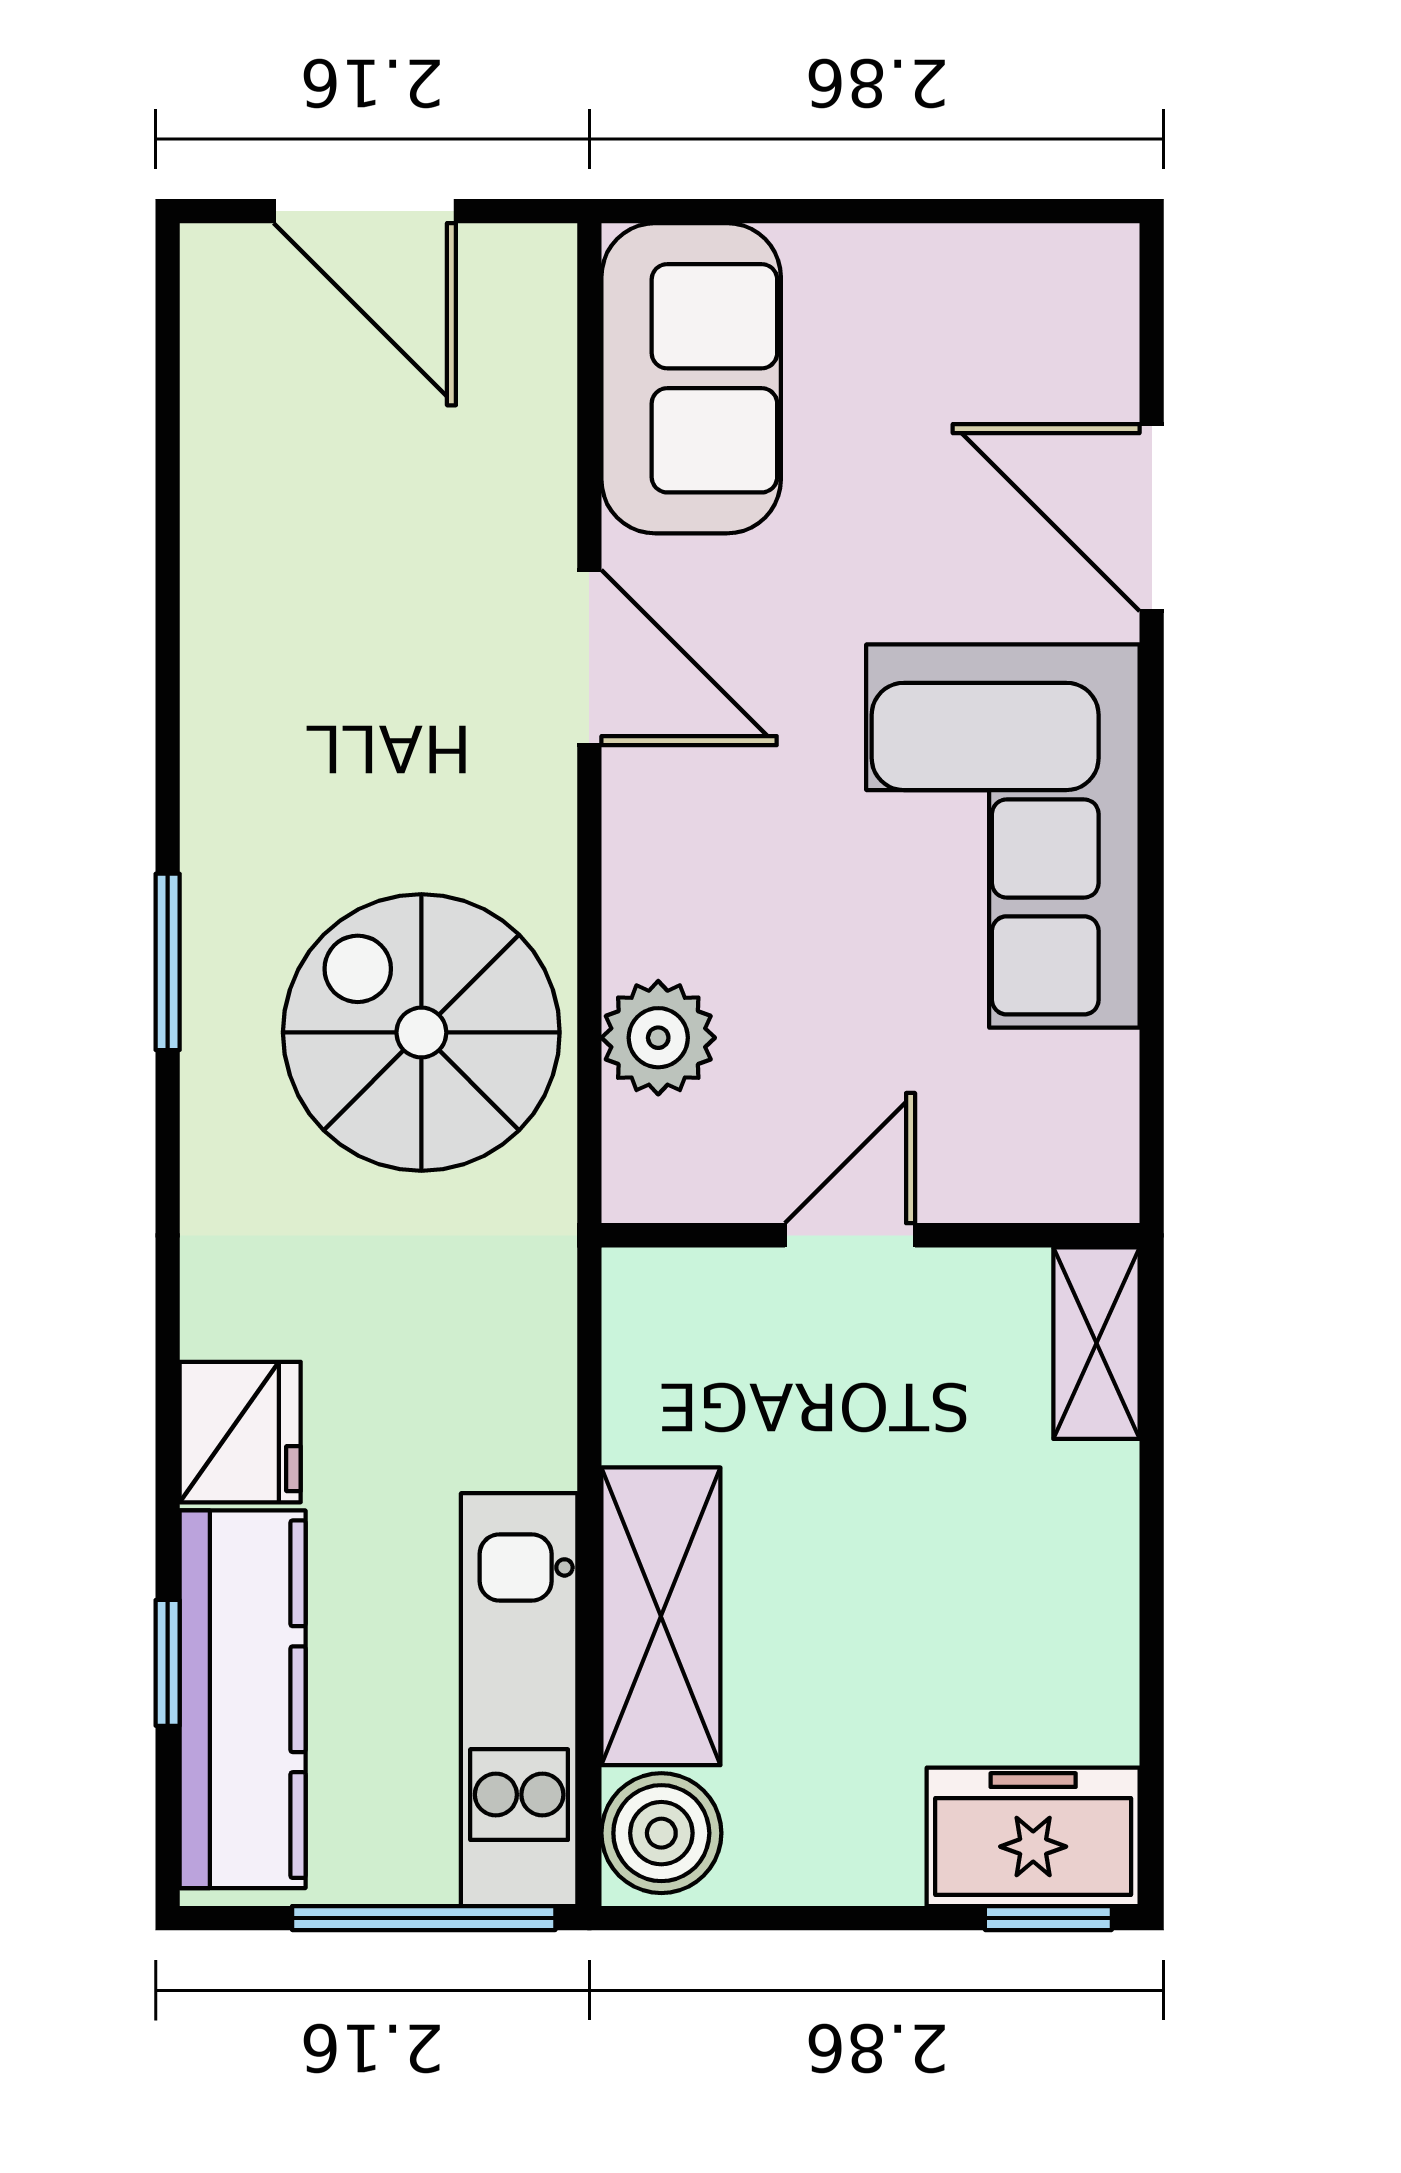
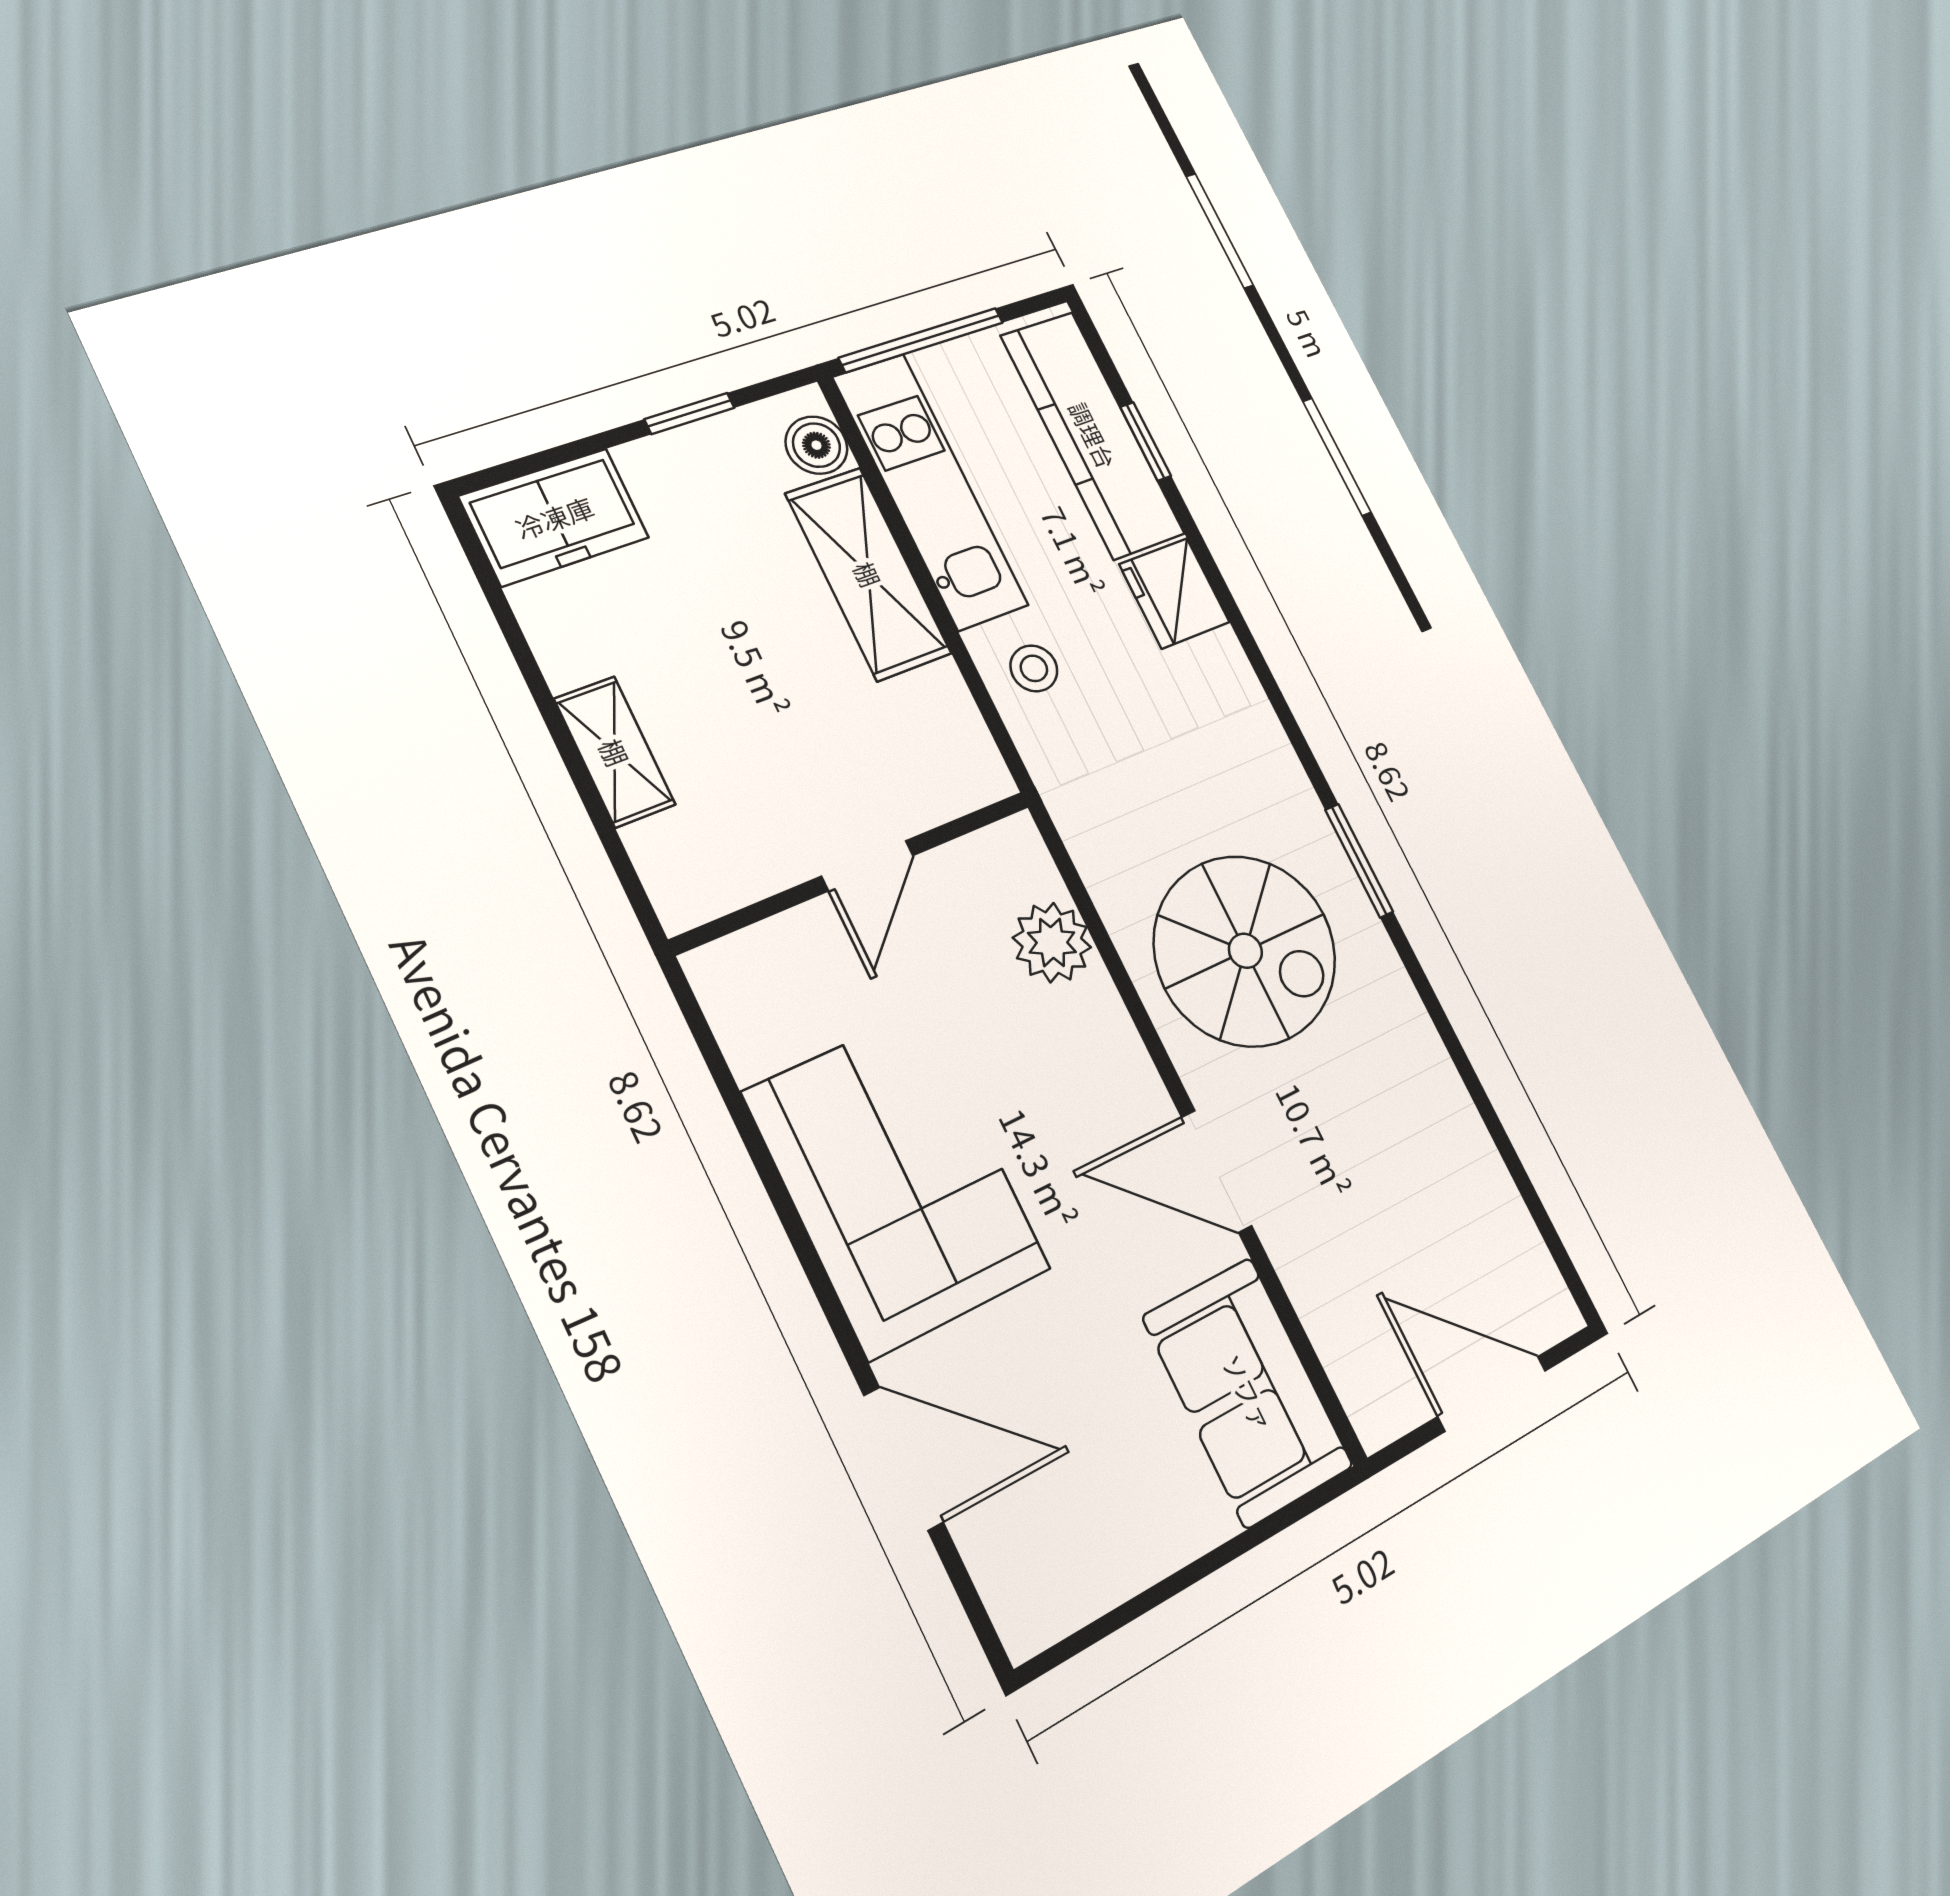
spiral stairs: (421, 1032) -> (1245, 951), moved
shelving: (1096, 1343) -> (615, 752), moved
stool: (498, 1404) -> (1034, 668), added
boiler: (661, 1833) -> (816, 445), width x0.73, depth x0.73
window: (1048, 1918) -> (690, 413), moved

